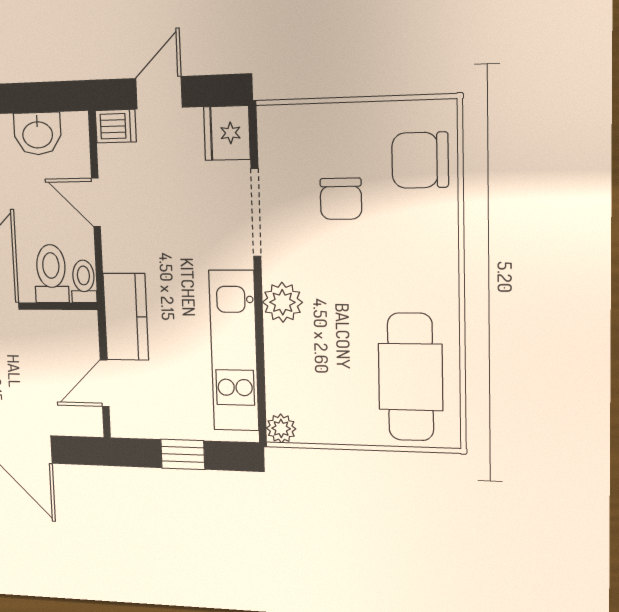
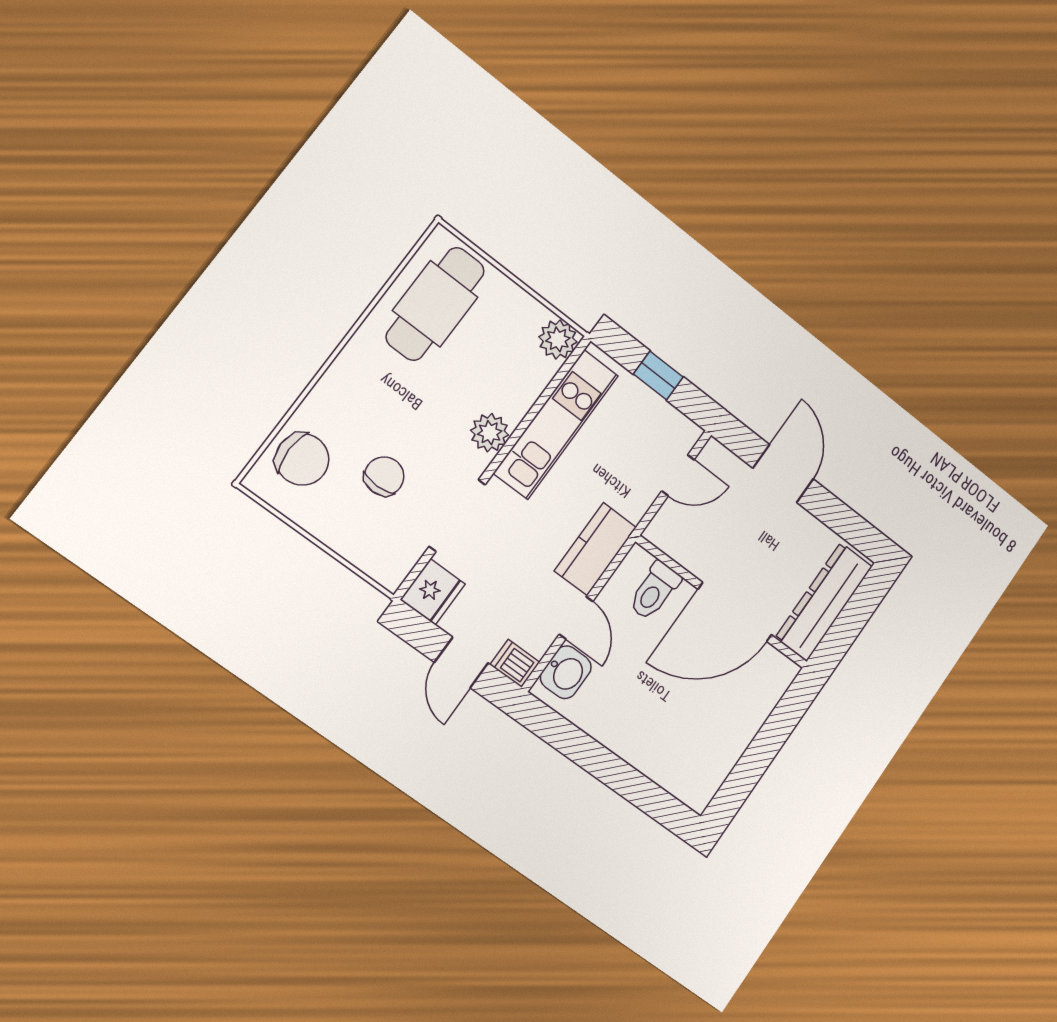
door: (159, 93) -> (461, 663), hinge flipped
washbasin: (38, 134) -> (566, 672), moved, turned 90
toilet: (84, 281) -> (633, 565), removed
kitchen counter: (126, 317) -> (595, 549), moved
plant: (281, 428) -> (558, 339), width x1.38, depth x1.38

